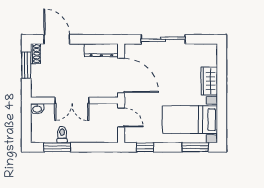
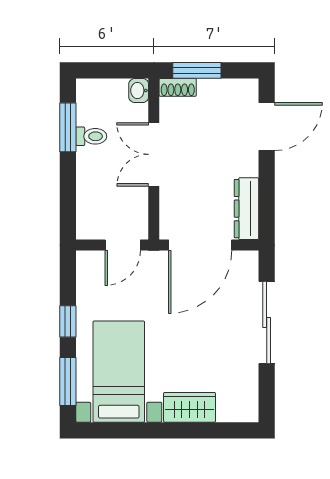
shoe rack: (35, 54) -> (178, 87), moved
window: (26, 65) -> (197, 70), moved
window: (145, 147) -> (68, 321), moved

